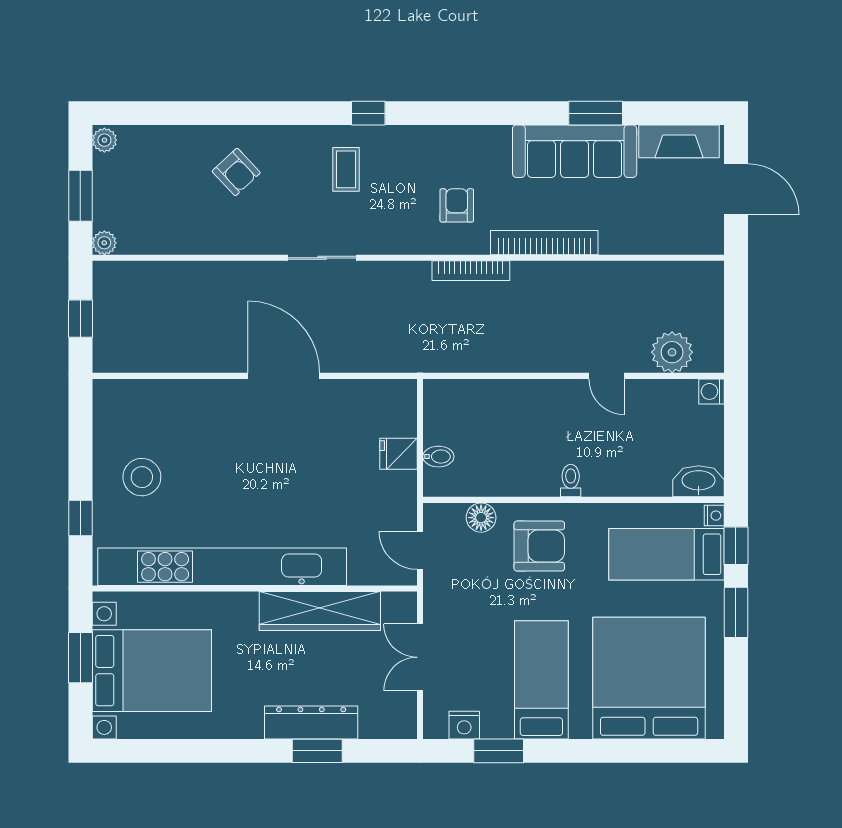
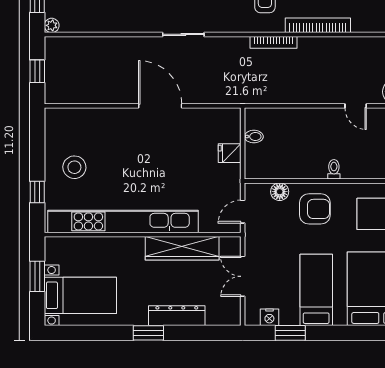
bidet: (438, 457) -> (254, 137), moved
door: (420, 551) -> (243, 212), hinge flipped
bed with nightstands: (152, 671) -> (80, 295), width x0.73
window: (317, 751) -> (148, 333), moved

